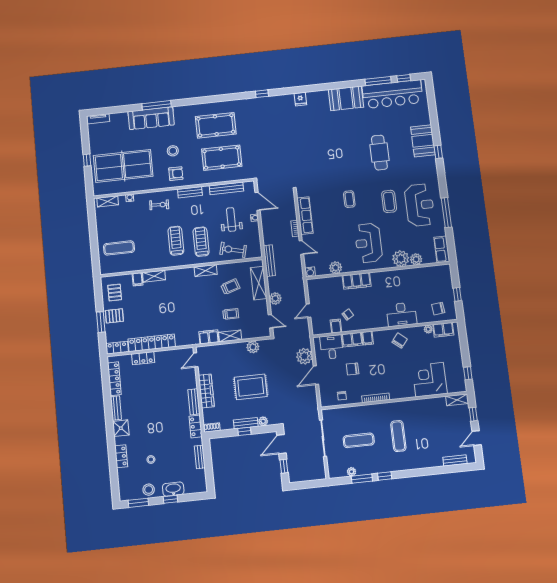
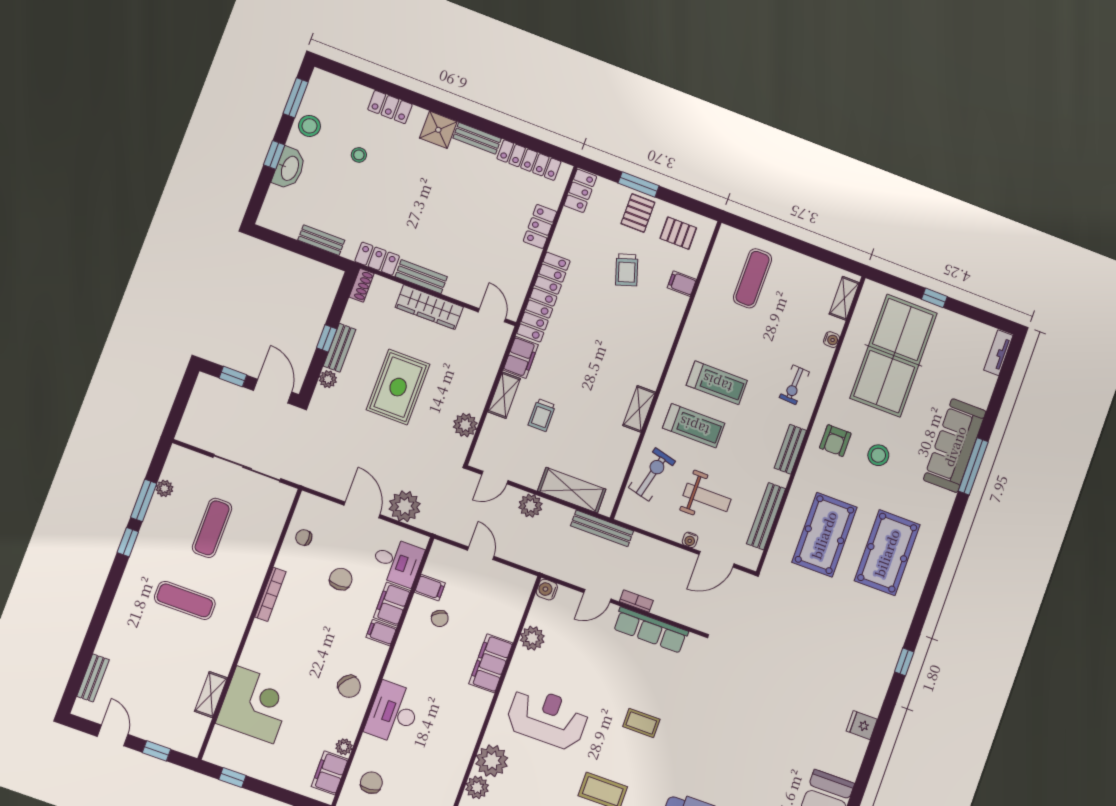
shelving: (154, 276) -> (673, 315), removed
trolley: (230, 287) -> (627, 270), moved
locker: (152, 343) -> (543, 297), moved
shelving: (457, 400) -> (211, 695), moved

